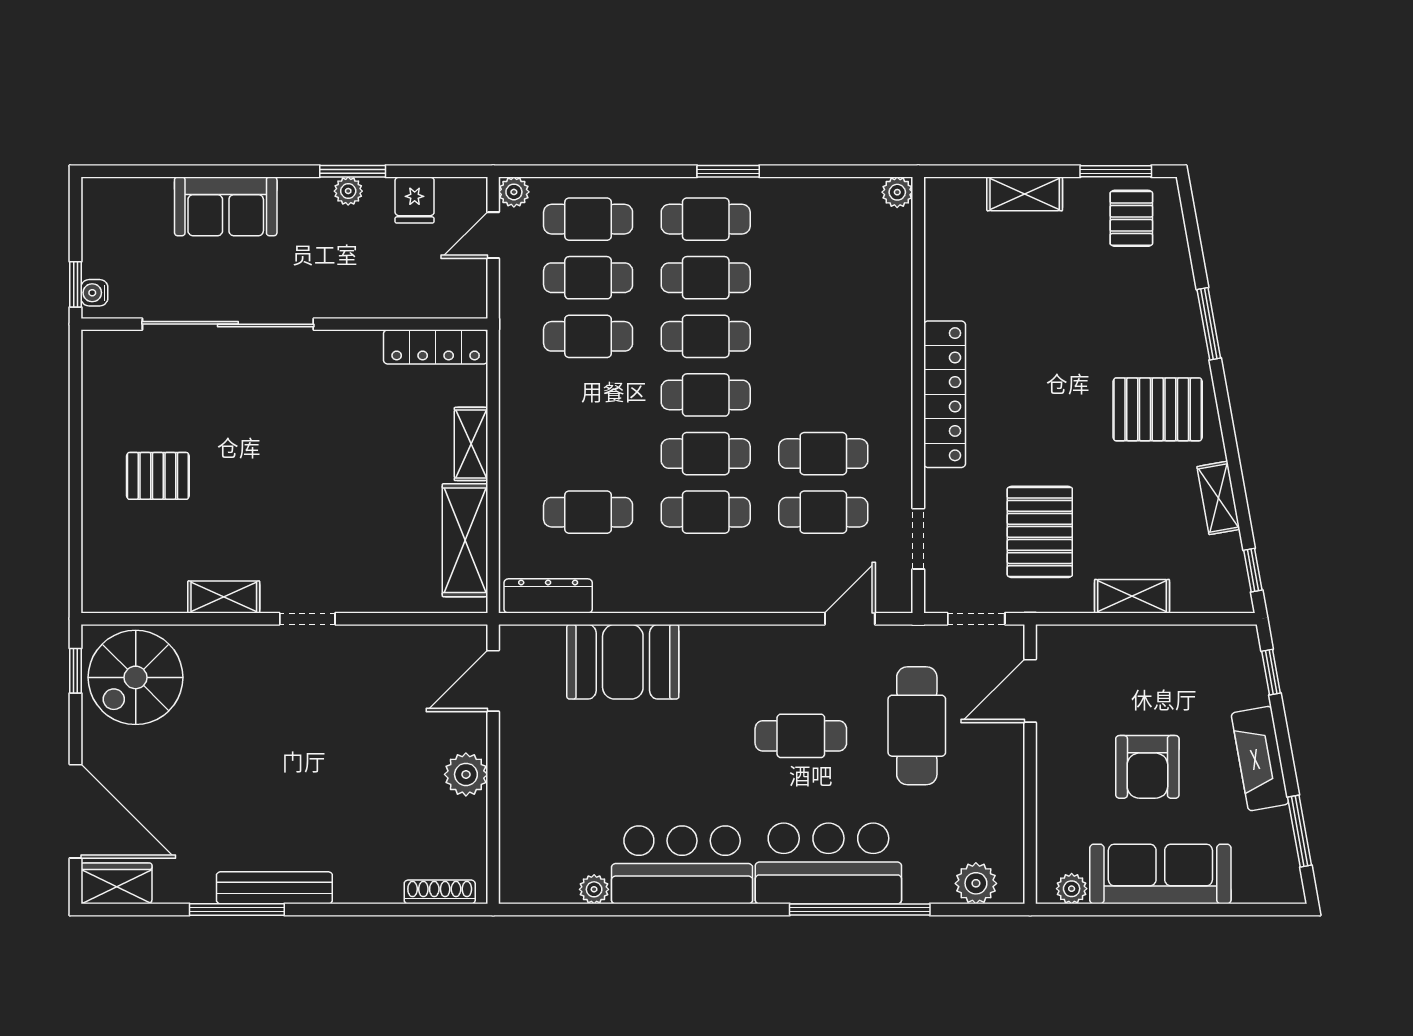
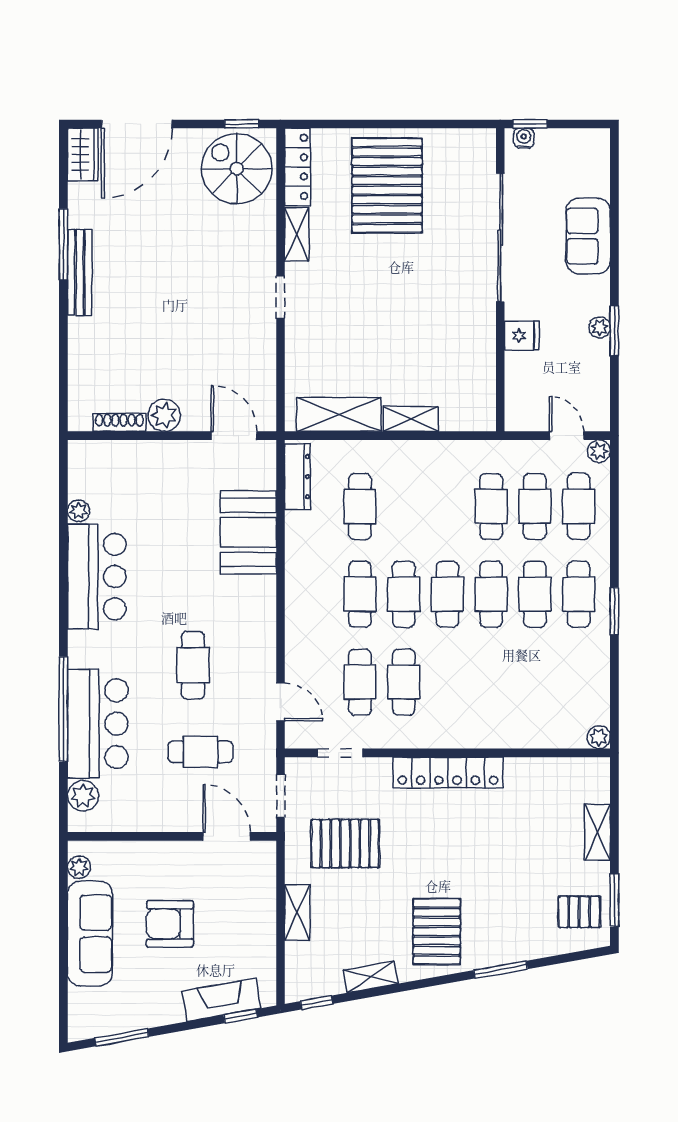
fridge: (415, 200) -> (522, 336), moved, turned 180
locker: (436, 347) -> (297, 167), moved, turned 180
pallet: (158, 476) -> (387, 185), width x2.05, depth x2.00
cafe table: (917, 726) -> (201, 752), width x0.73, depth x0.74
fireplace: (1260, 759) -> (221, 1000), moved
bar counter: (828, 863) -> (98, 724), moved
shoe rack: (440, 892) -> (119, 422), moved, turned -90

